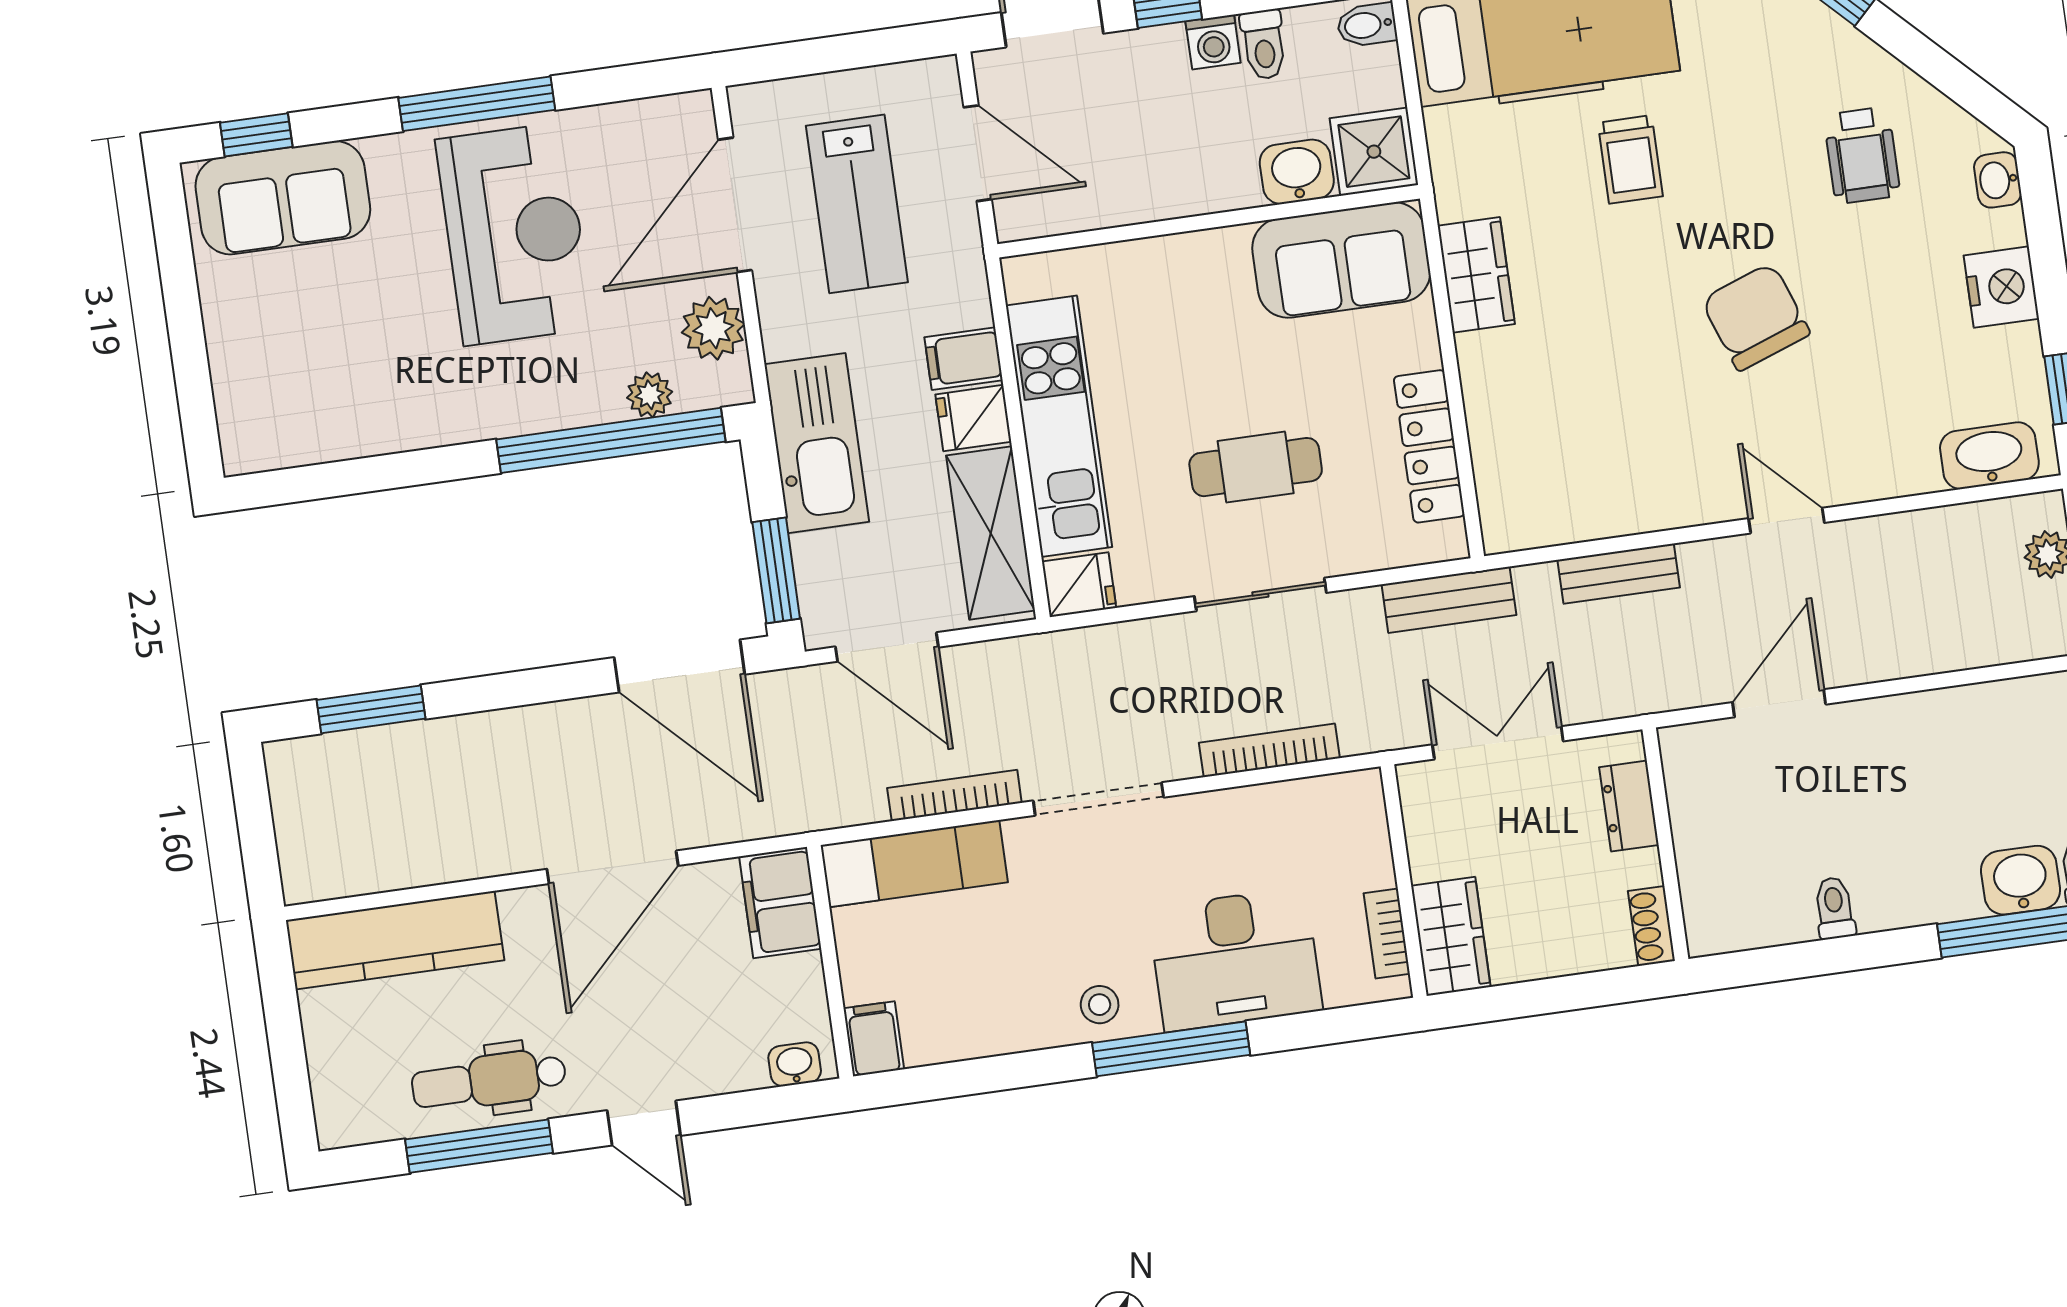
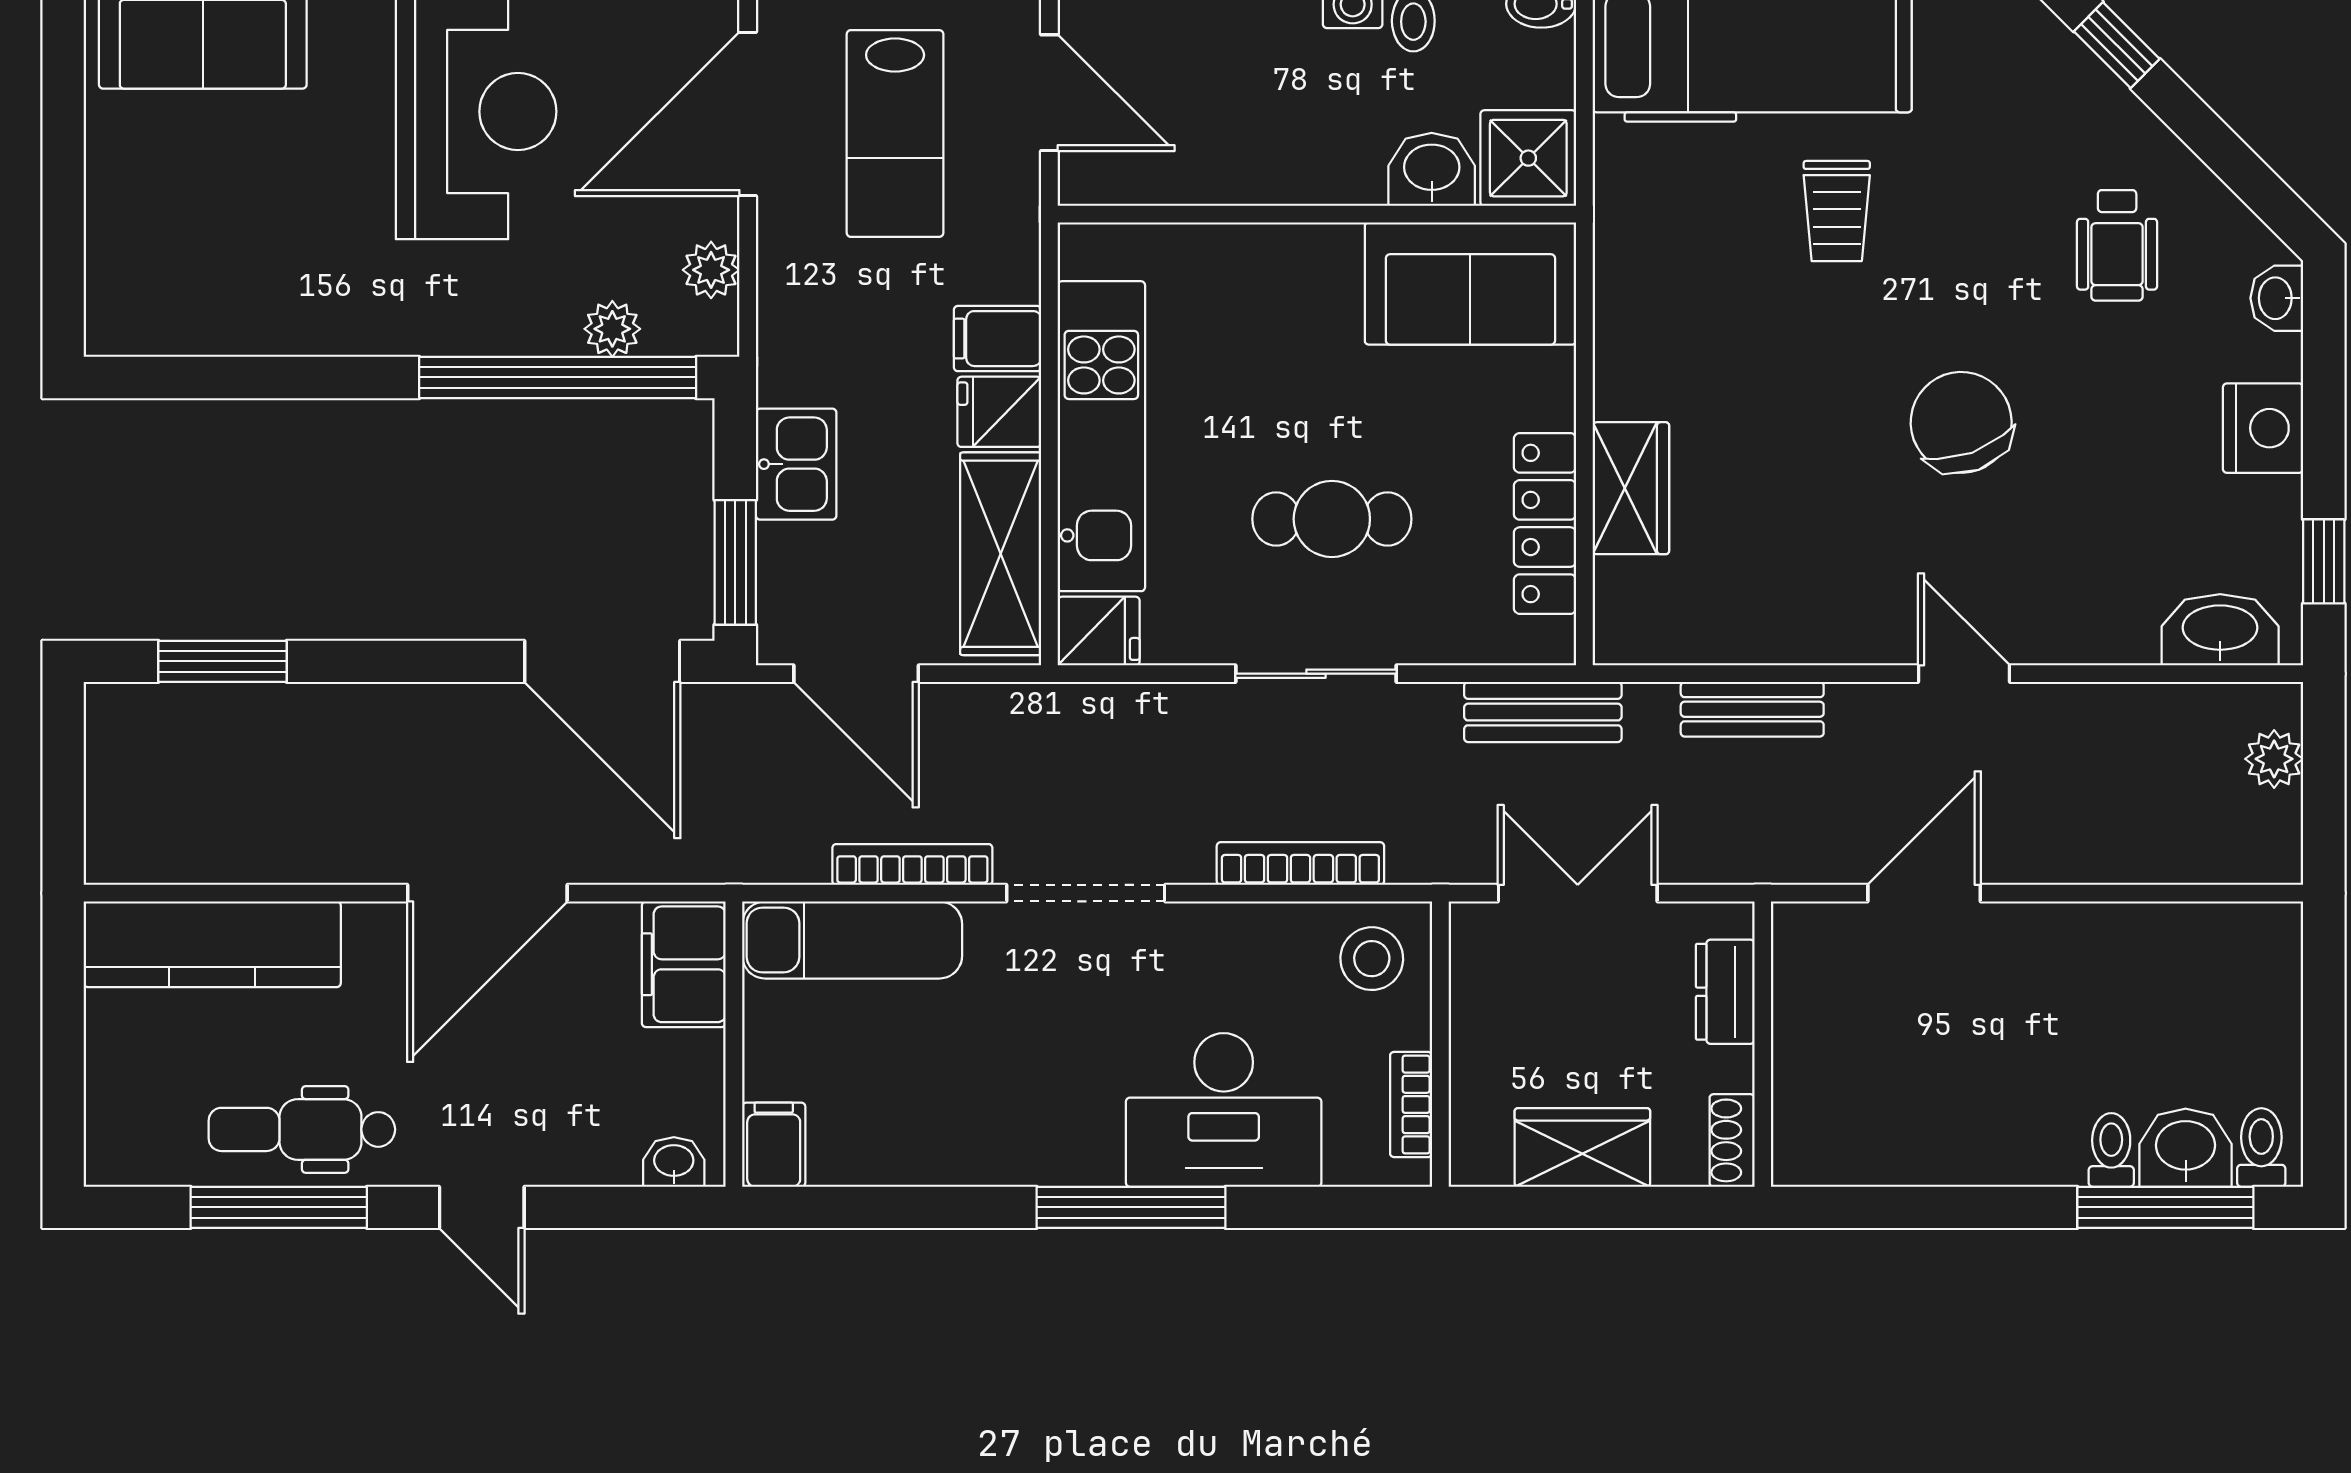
wardrobe: (1476, 275) -> (1631, 488), moved
plant: (713, 328) -> (711, 270), width x0.73, depth x0.73
kitchen sink: (817, 443) -> (796, 464), width x0.53, depth x0.81
toilet: (1835, 908) -> (2111, 1150), moved
wardrobe: (1451, 936) -> (1582, 1147), moved, turned -90
stool: (1100, 1005) -> (1372, 959), moved, width x1.37, depth x1.37

